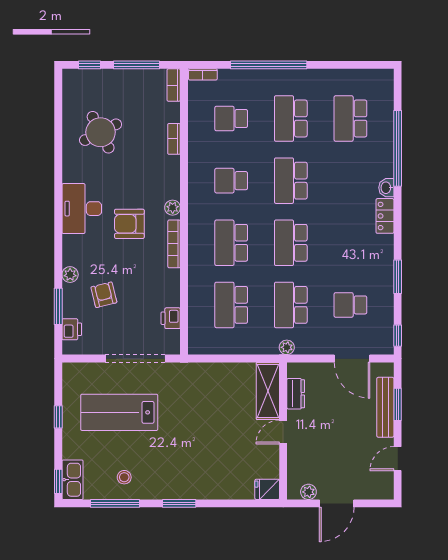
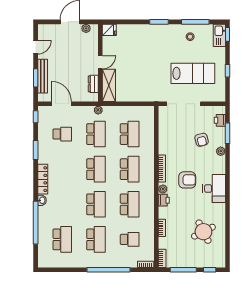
school desk: (231, 181) -> (130, 204), width x1.85
locker: (385, 216) -> (43, 179), width x1.53
printer: (171, 318) -> (164, 200), moved

